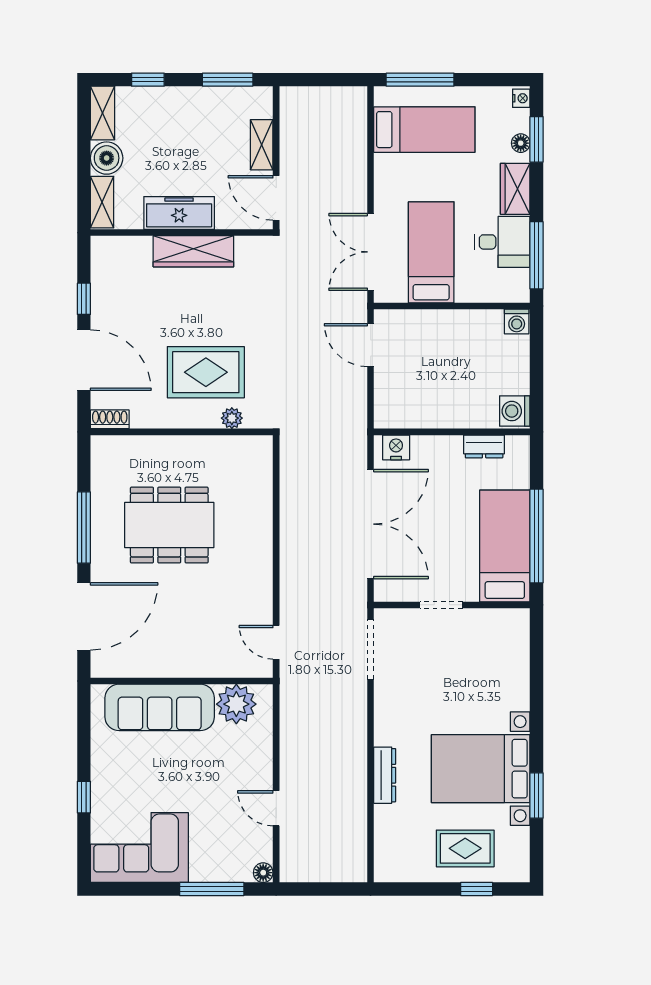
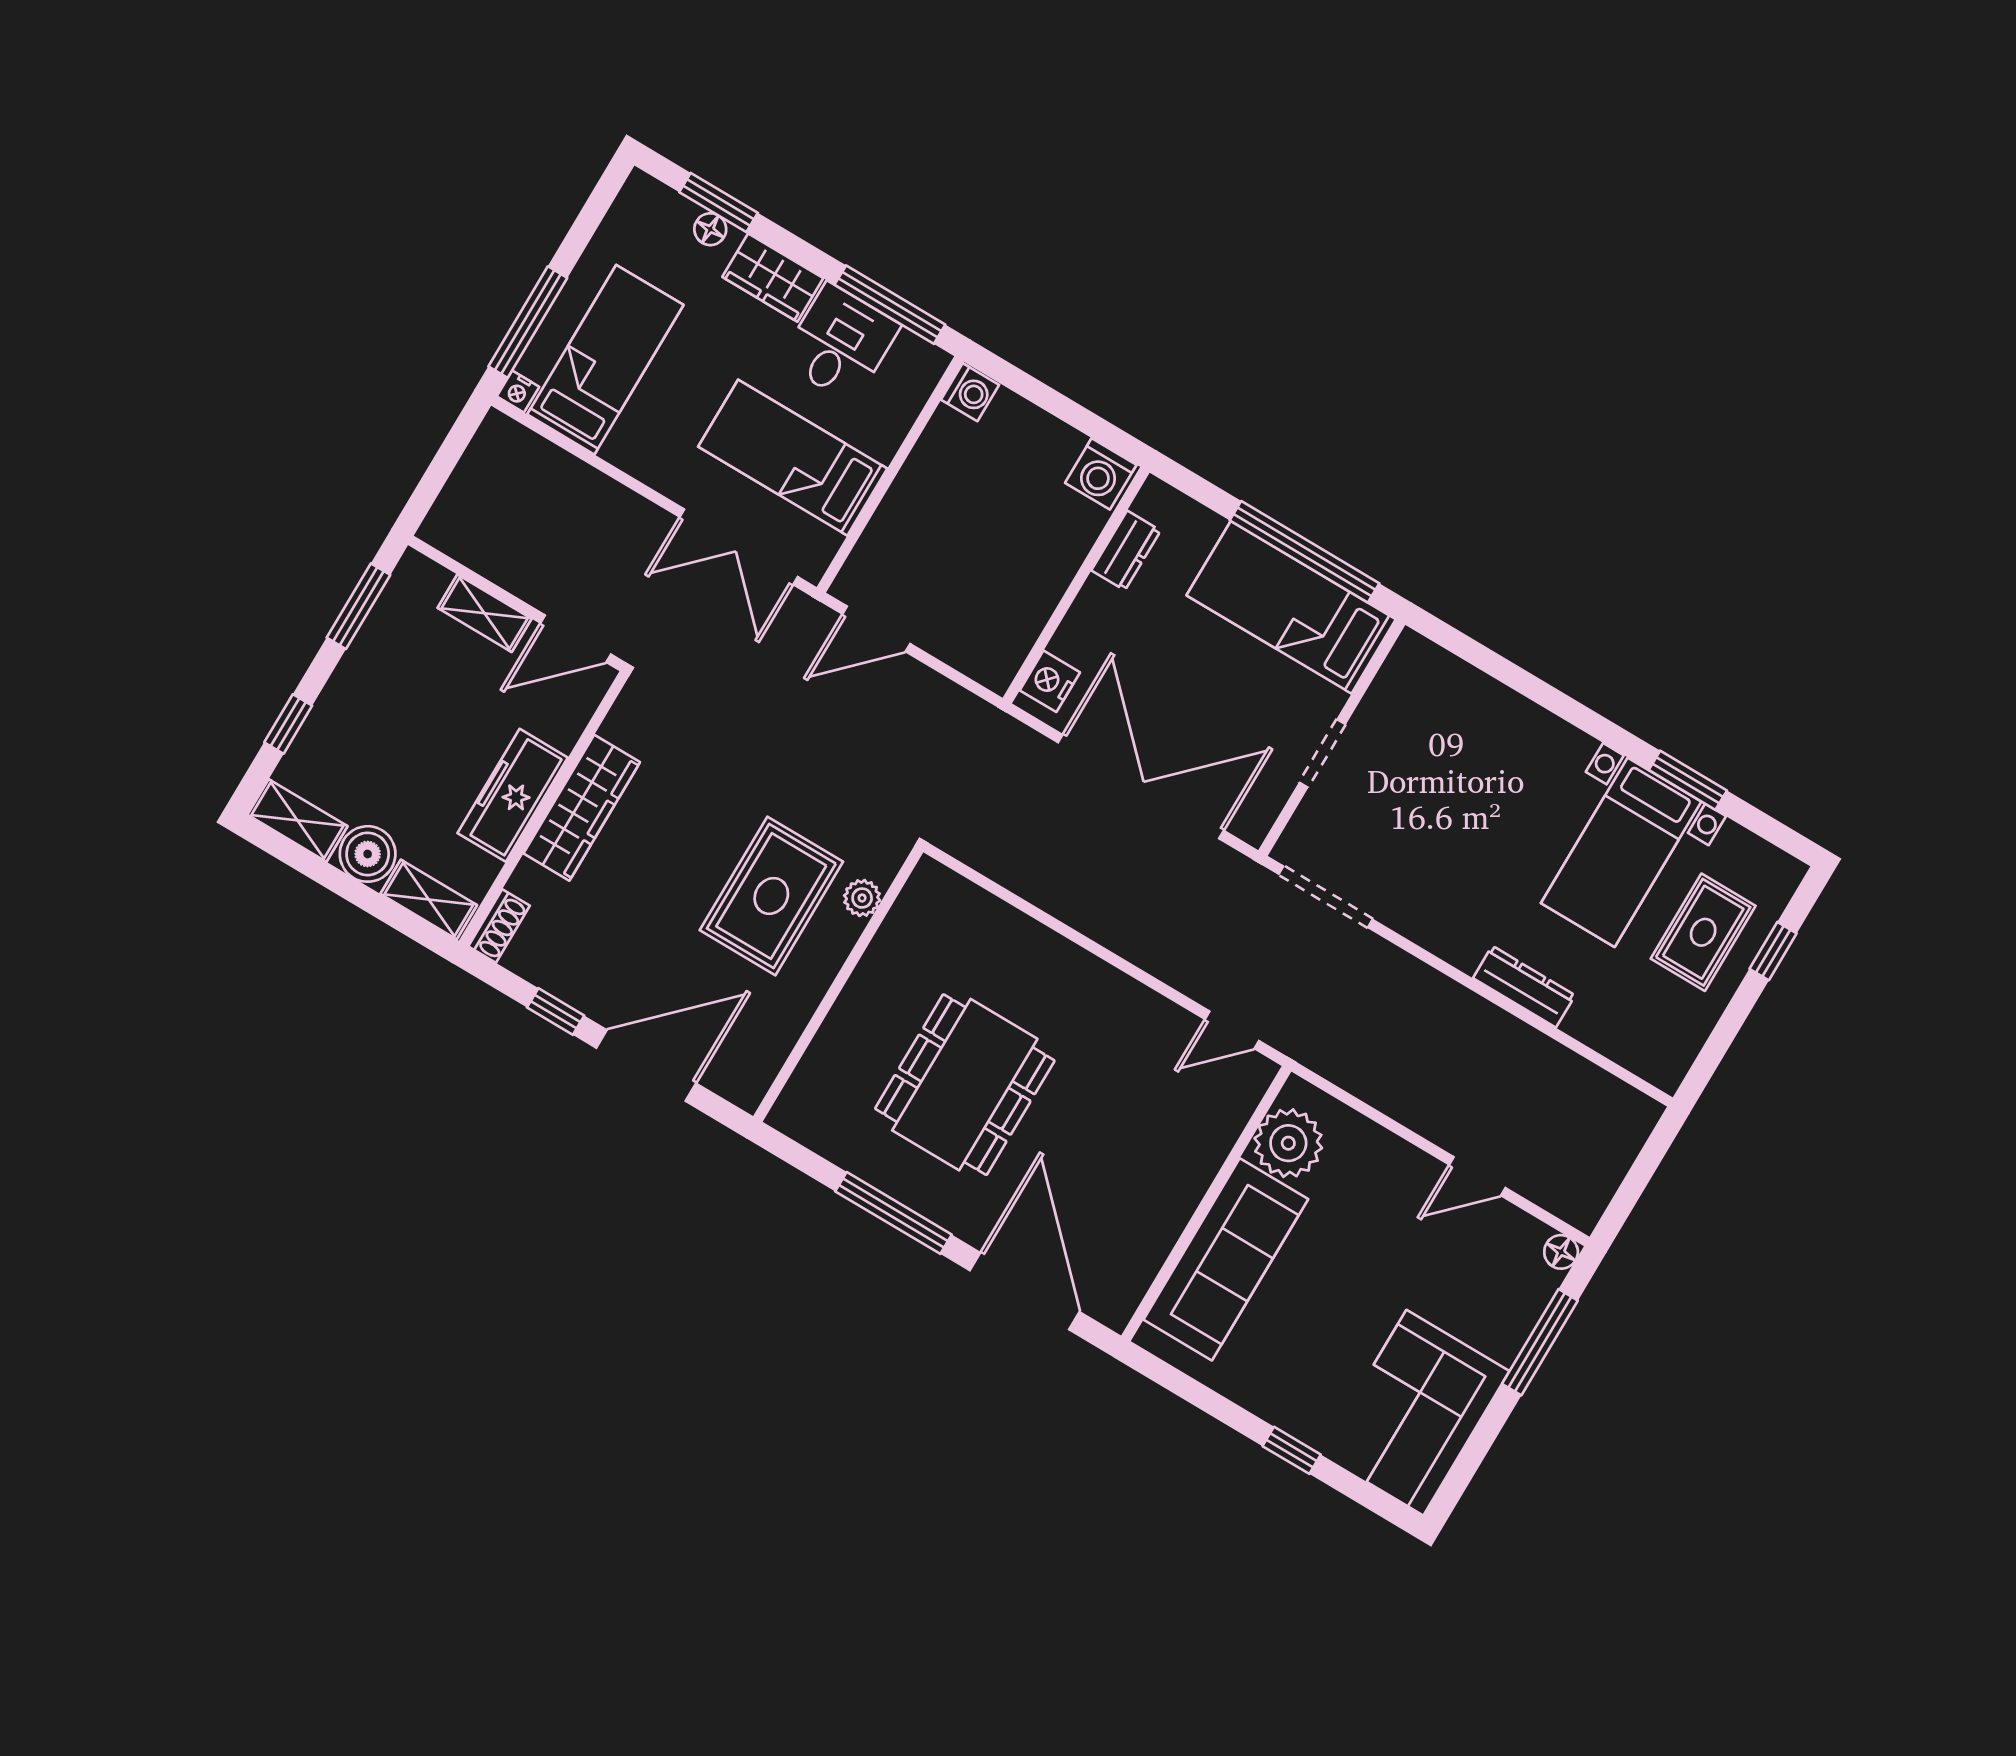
nightstand: (521, 98) -> (518, 392), moved, turned 180
shoe rack: (110, 419) -> (499, 926), moved, turned 180
bed with nightstands: (481, 769) -> (1621, 852), width x0.73

